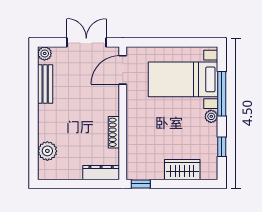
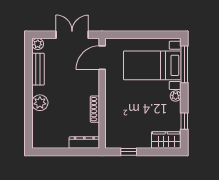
window: (222, 94) -> (184, 64), moved
plant: (47, 151) -> (40, 103), moved
wardrobe: (182, 170) -> (166, 140), moved
window: (141, 184) -> (129, 152), moved

